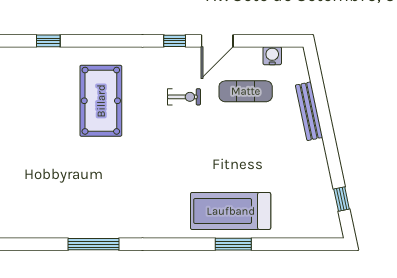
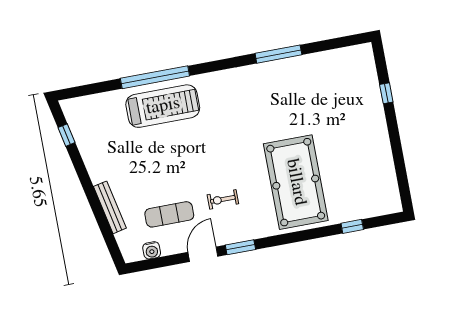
window: (175, 41) -> (240, 247), width x1.50
pool table: (101, 101) -> (296, 182), width x1.36, depth x1.32
window: (233, 244) -> (155, 77), width x2.11

